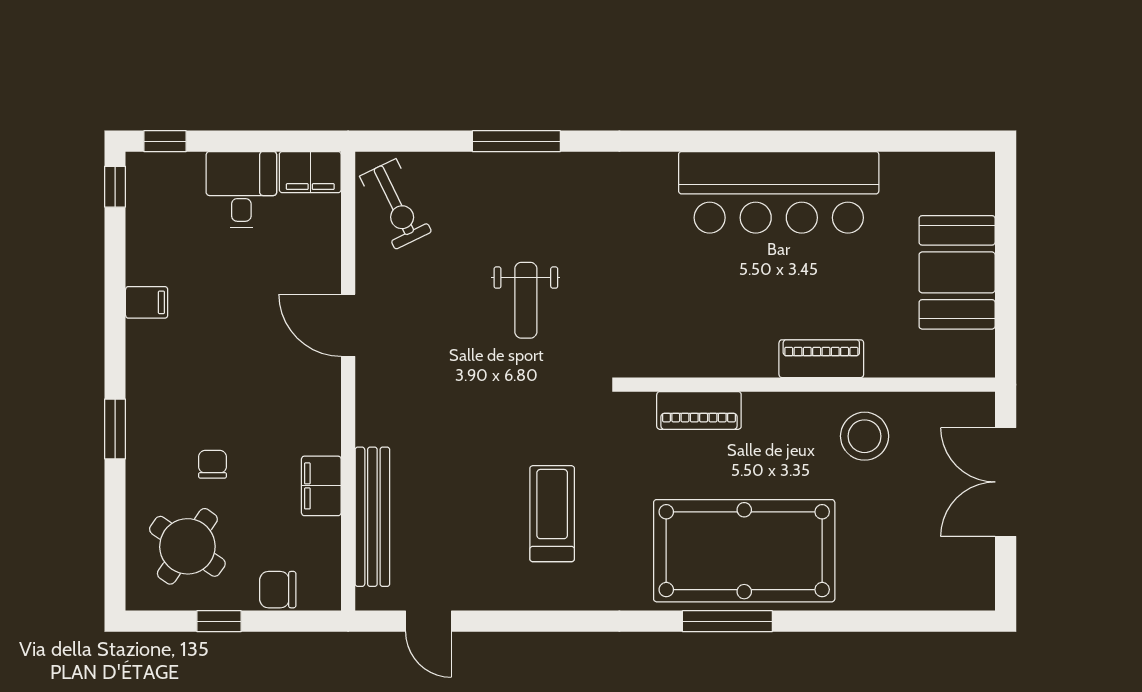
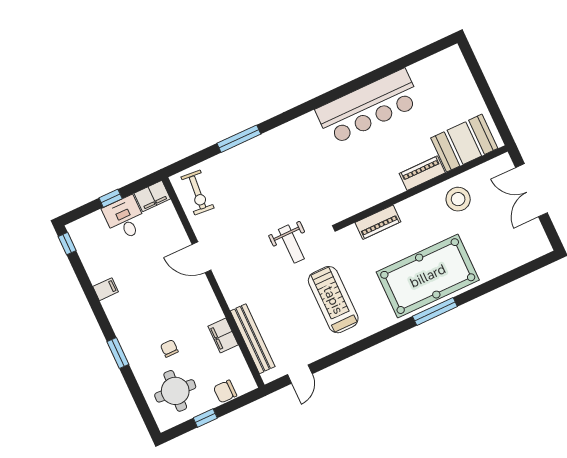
window: (165, 141) -> (111, 198), moved
exercise bike: (396, 204) -> (197, 192), turned 31
booth: (957, 272) -> (464, 143), moved, turned 90
weight bench: (526, 300) -> (291, 244), moved
treadmill: (552, 514) -> (333, 300), width x1.37, depth x1.38
round table: (187, 546) -> (175, 391), turned -31
door: (428, 621) -> (300, 374), hinge flipped

